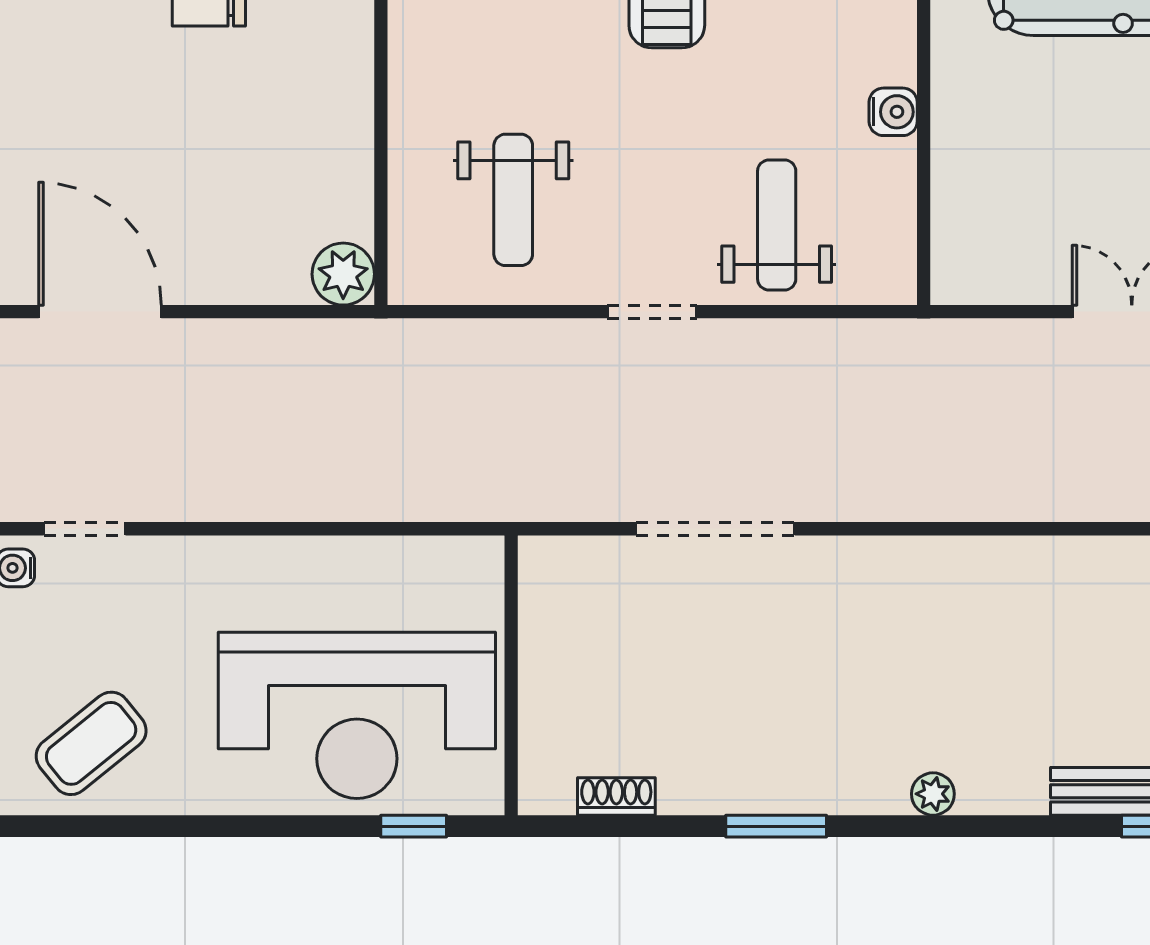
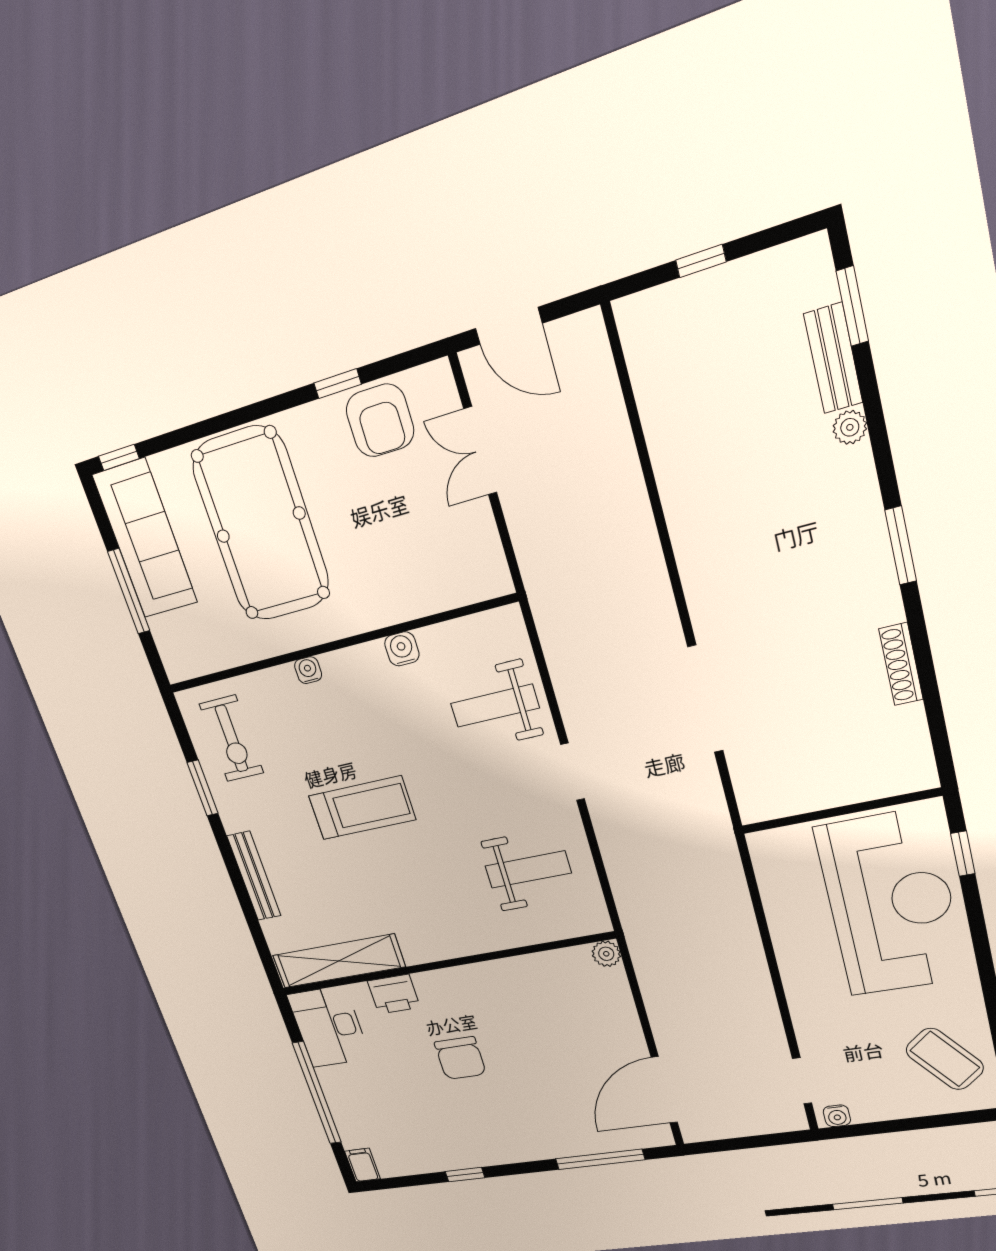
plant: (343, 274) -> (606, 954), width x0.73, depth x0.73
plant: (933, 794) -> (850, 427), moved
shoe rack: (616, 796) -> (901, 664), moved, width x1.43
window: (776, 826) -> (901, 546), moved

